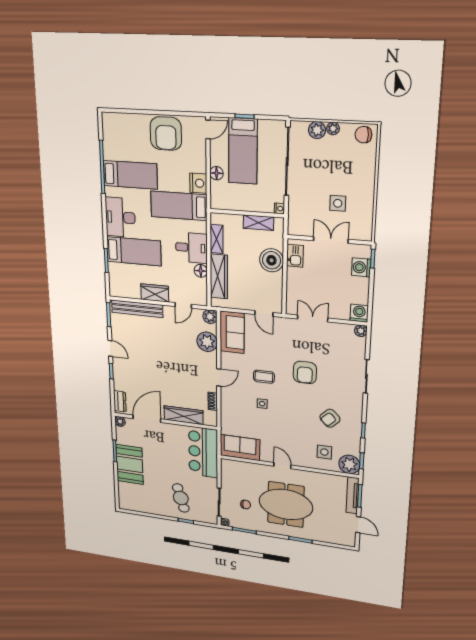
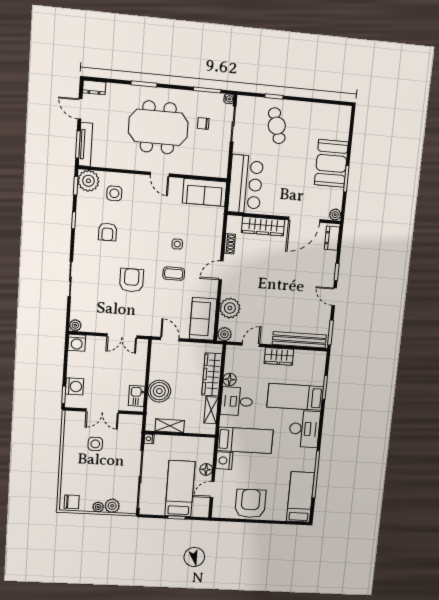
door: (208, 129) -> (212, 490), moved
bed: (130, 175) -> (300, 497), moved, turned 90
armchair: (330, 418) -> (108, 232), turned 134
dresser: (345, 541) -> (94, 87), added

